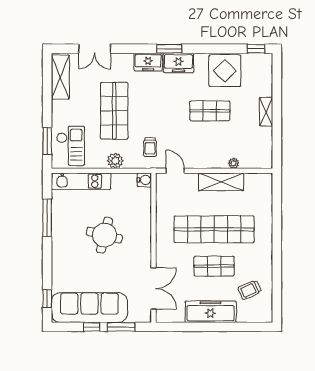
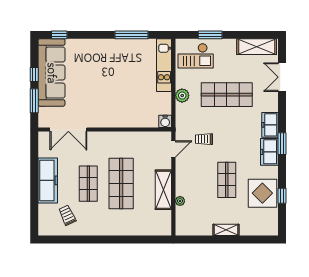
window: (256, 49) -> (282, 196), moved
window: (47, 141) -> (210, 35), moved
trolley: (150, 147) -> (204, 139), moved
shop shelf: (214, 229) -> (121, 184), width x0.71
round table: (104, 235) -> (116, 86), removed

